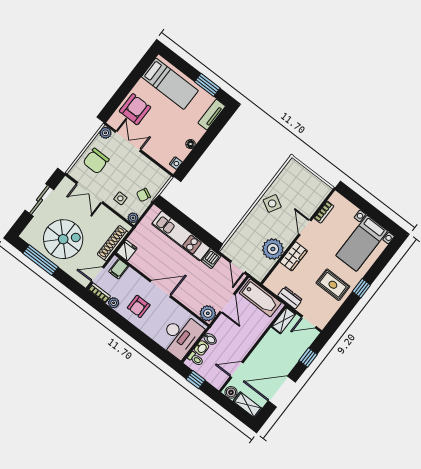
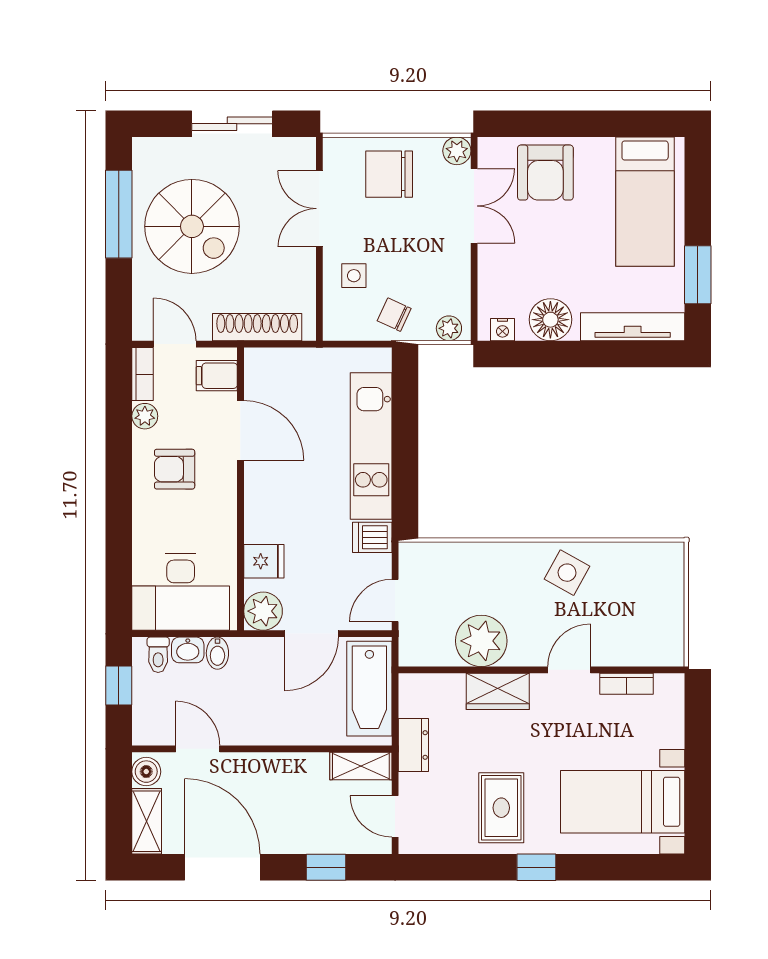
armchair: (135, 109) -> (545, 173), turned 90
tv unit: (212, 115) -> (633, 327), width x1.41
floor lamp: (191, 144) -> (550, 320), width x1.89, depth x1.89
plant: (133, 218) -> (449, 328), moved
fridge: (127, 250) -> (264, 561), moved
door: (161, 289) -> (240, 430), moved

